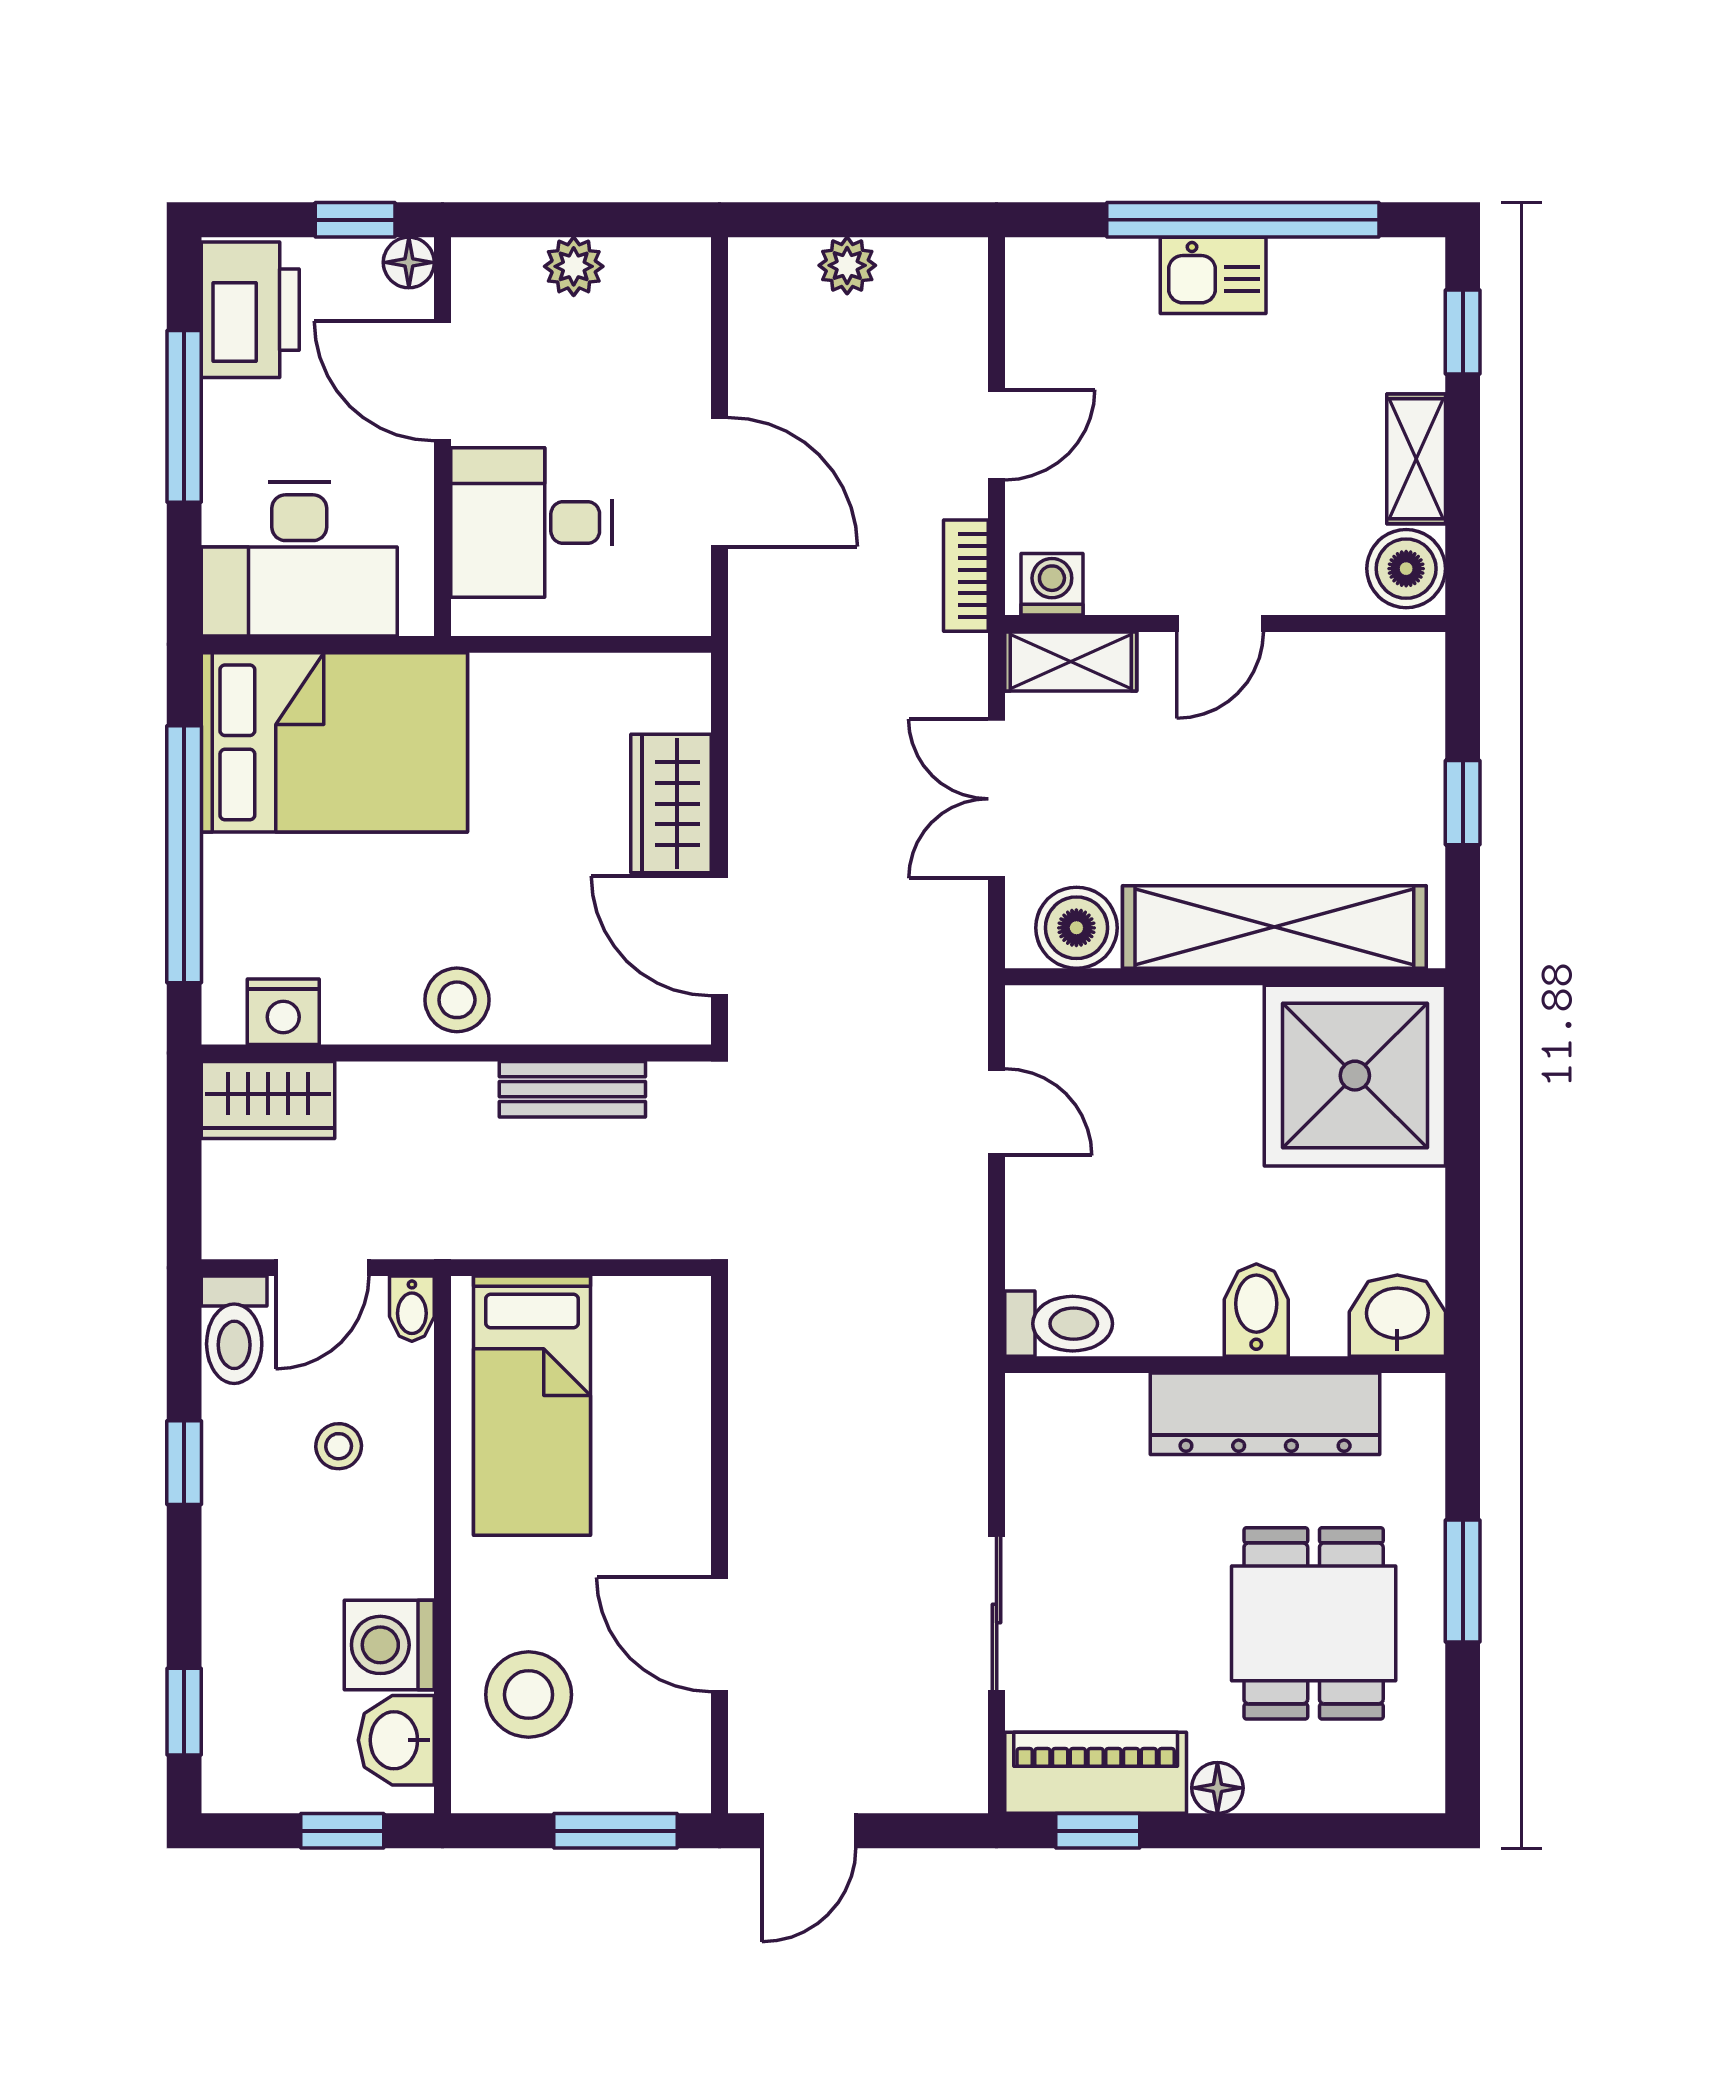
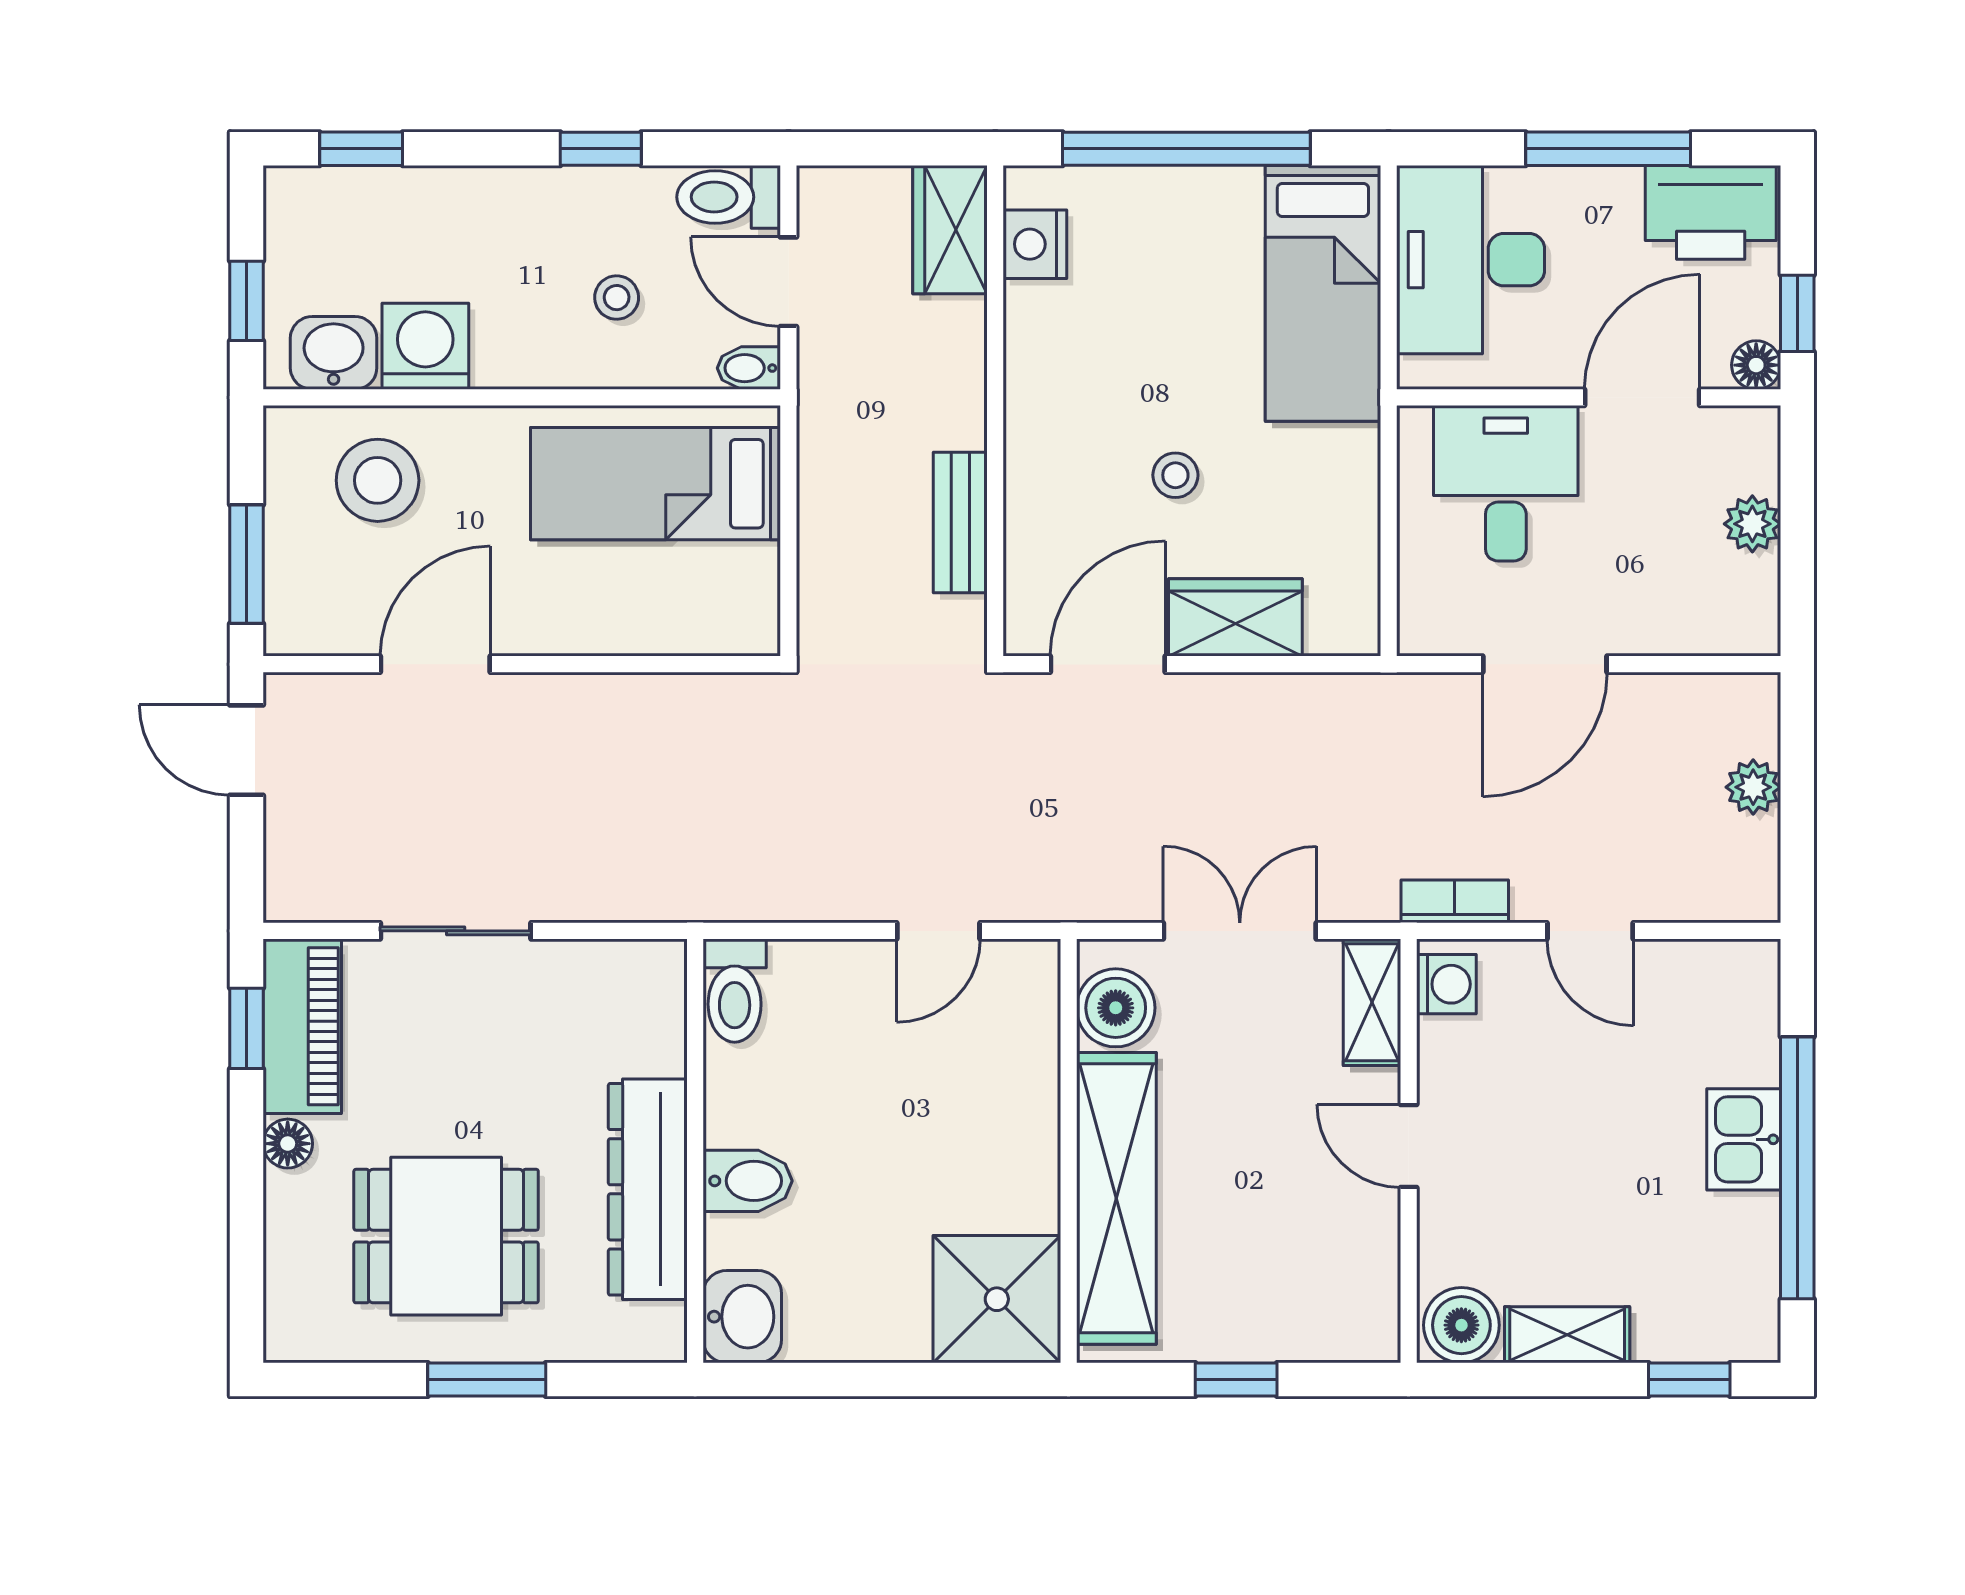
bed: (334, 742) -> (1323, 293), width x0.67
stool: (457, 1000) -> (1175, 475), moved, width x0.73, depth x0.73
shower: (1355, 1076) -> (997, 1299), width x0.73, depth x0.73

